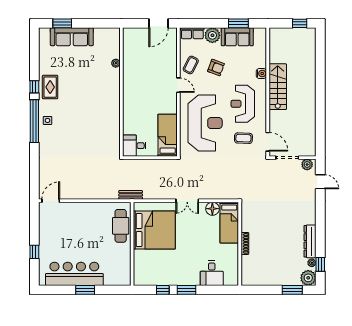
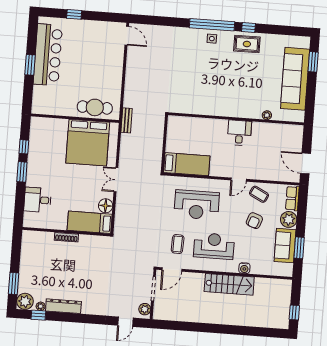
sofa: (72, 37) -> (295, 79), width x1.36, depth x1.27
reception desk: (205, 123) -> (197, 205), width x0.74, depth x0.77
desk: (134, 146) -> (239, 133), moved

